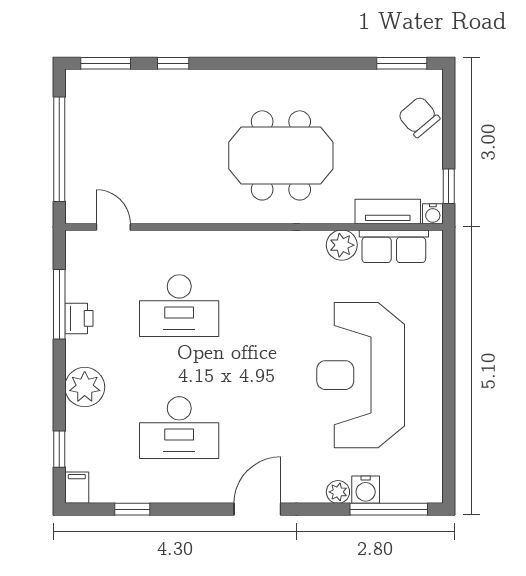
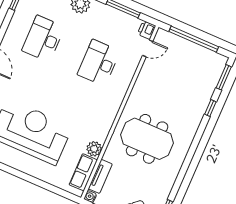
meeting table: (281, 155) -> (147, 139), turned 90
printer: (79, 318) -> (147, 30), moved, turned 90

